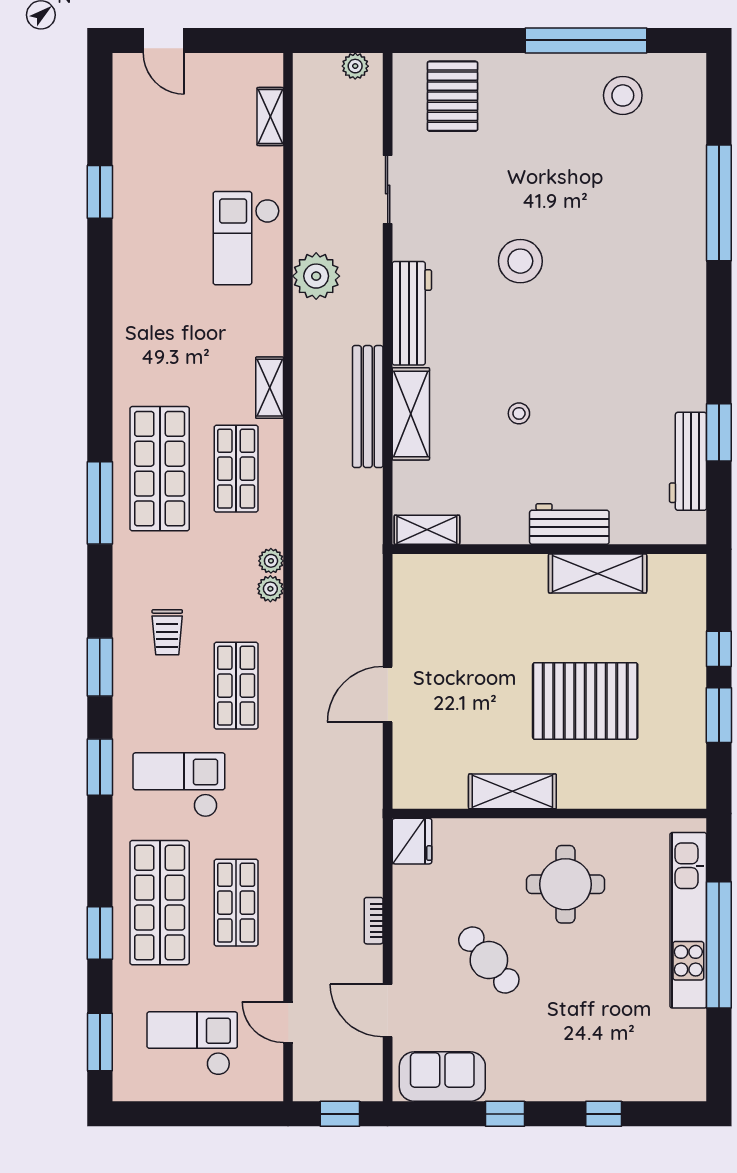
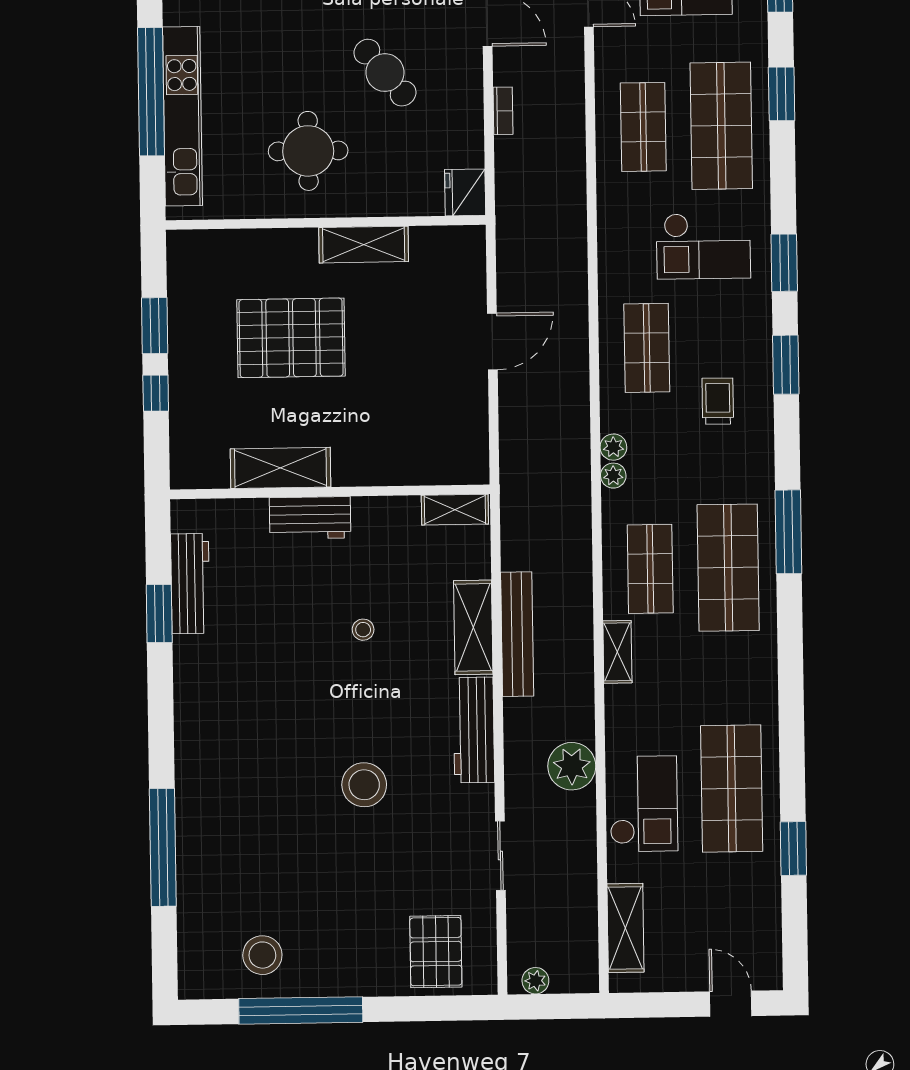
shelving: (270, 117) -> (625, 928), width x1.50, depth x1.33
shop shelf: (160, 252) -> (732, 789), added

